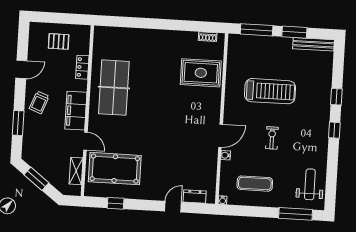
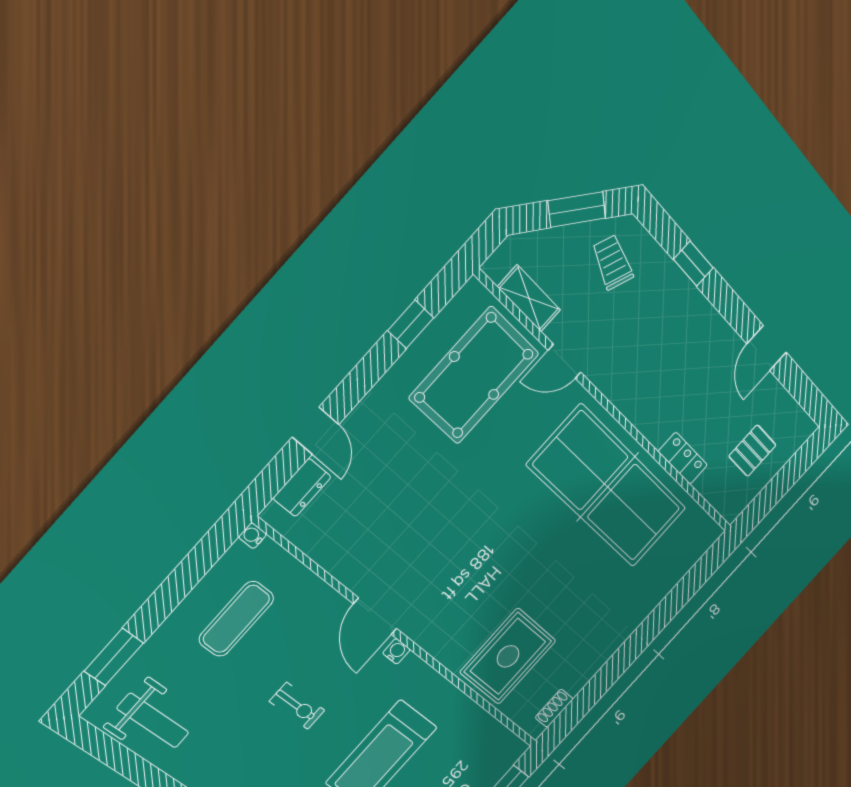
table tennis table: (114, 88) -> (608, 487), width x1.36, depth x1.32
trolley: (39, 102) -> (613, 262), moved
filing cabinet: (76, 111) -> (627, 388), removed
window: (18, 123) -> (693, 264), width x0.67
water cooler: (226, 155) -> (396, 651), moved
window: (296, 214) -> (114, 657), width x0.69

